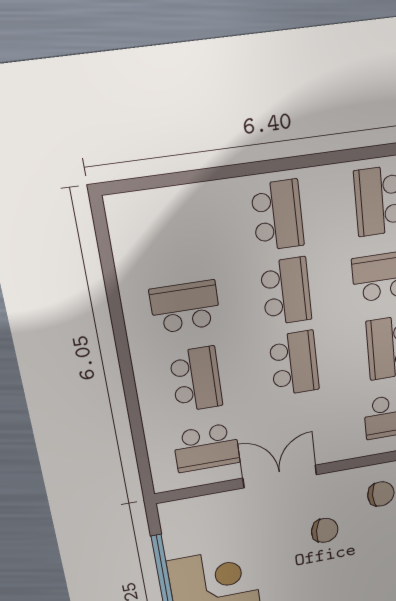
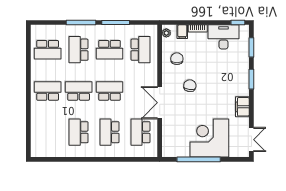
school desk: (196, 379) -> (109, 132), turned -90
school desk: (207, 448) -> (140, 132), turned 180

